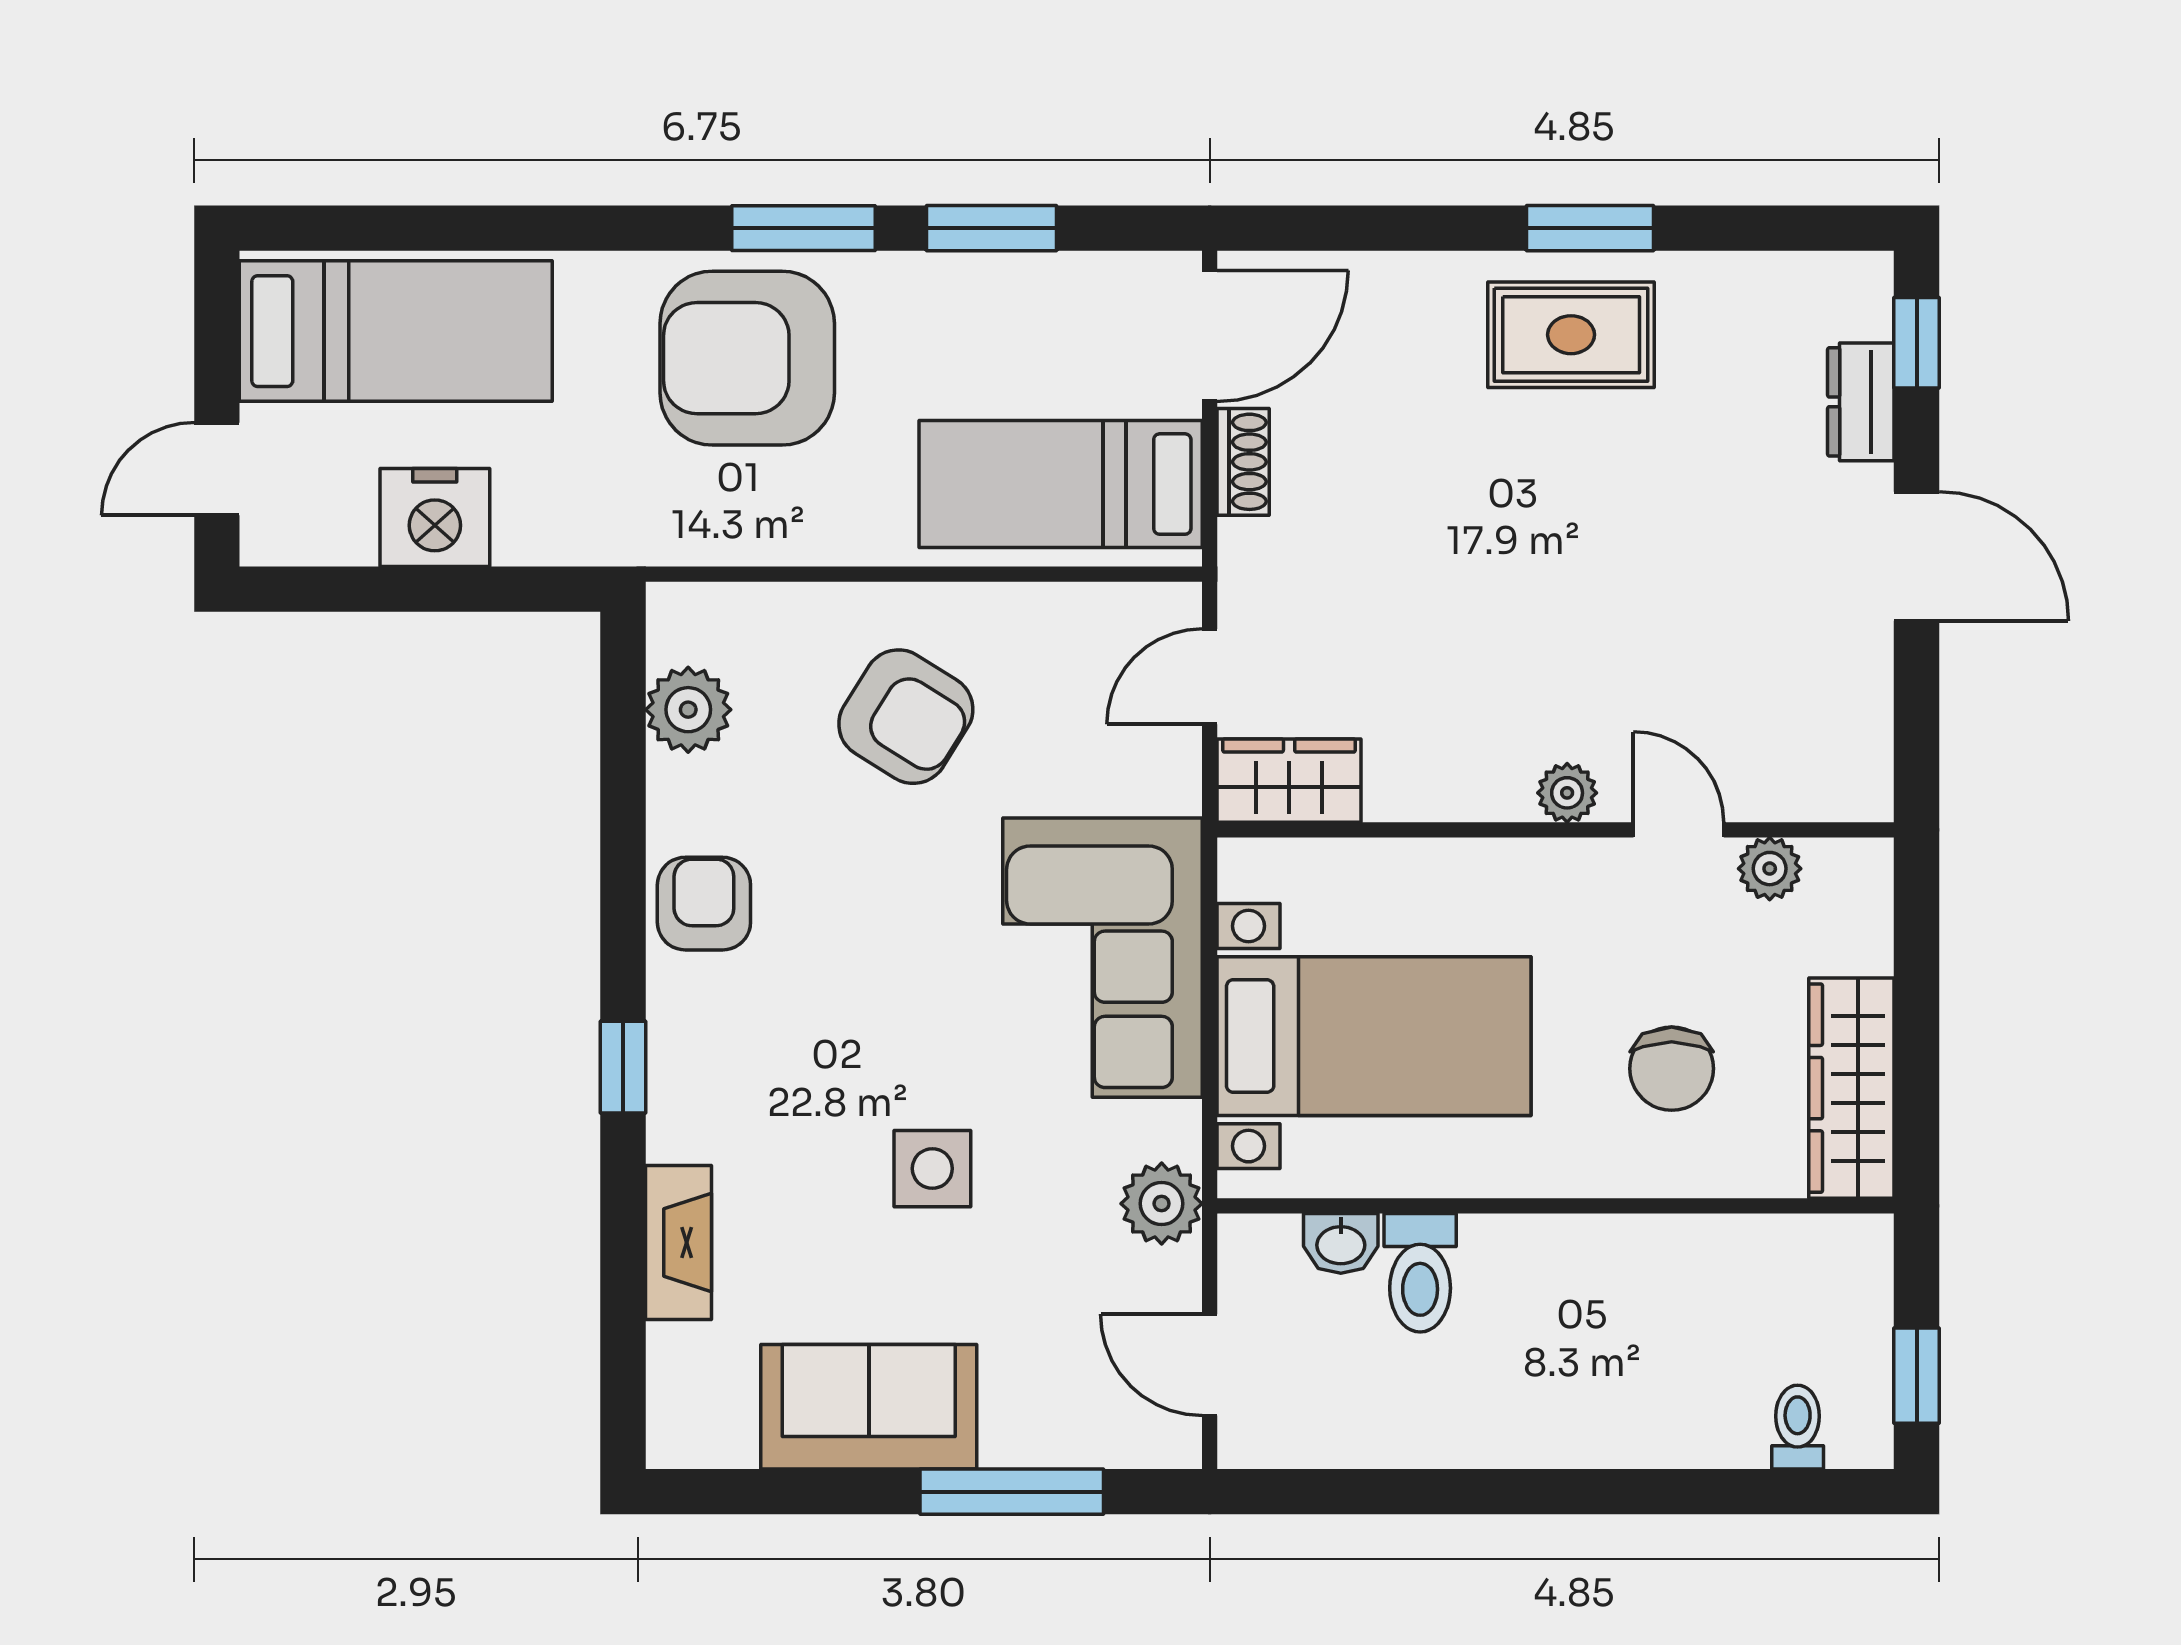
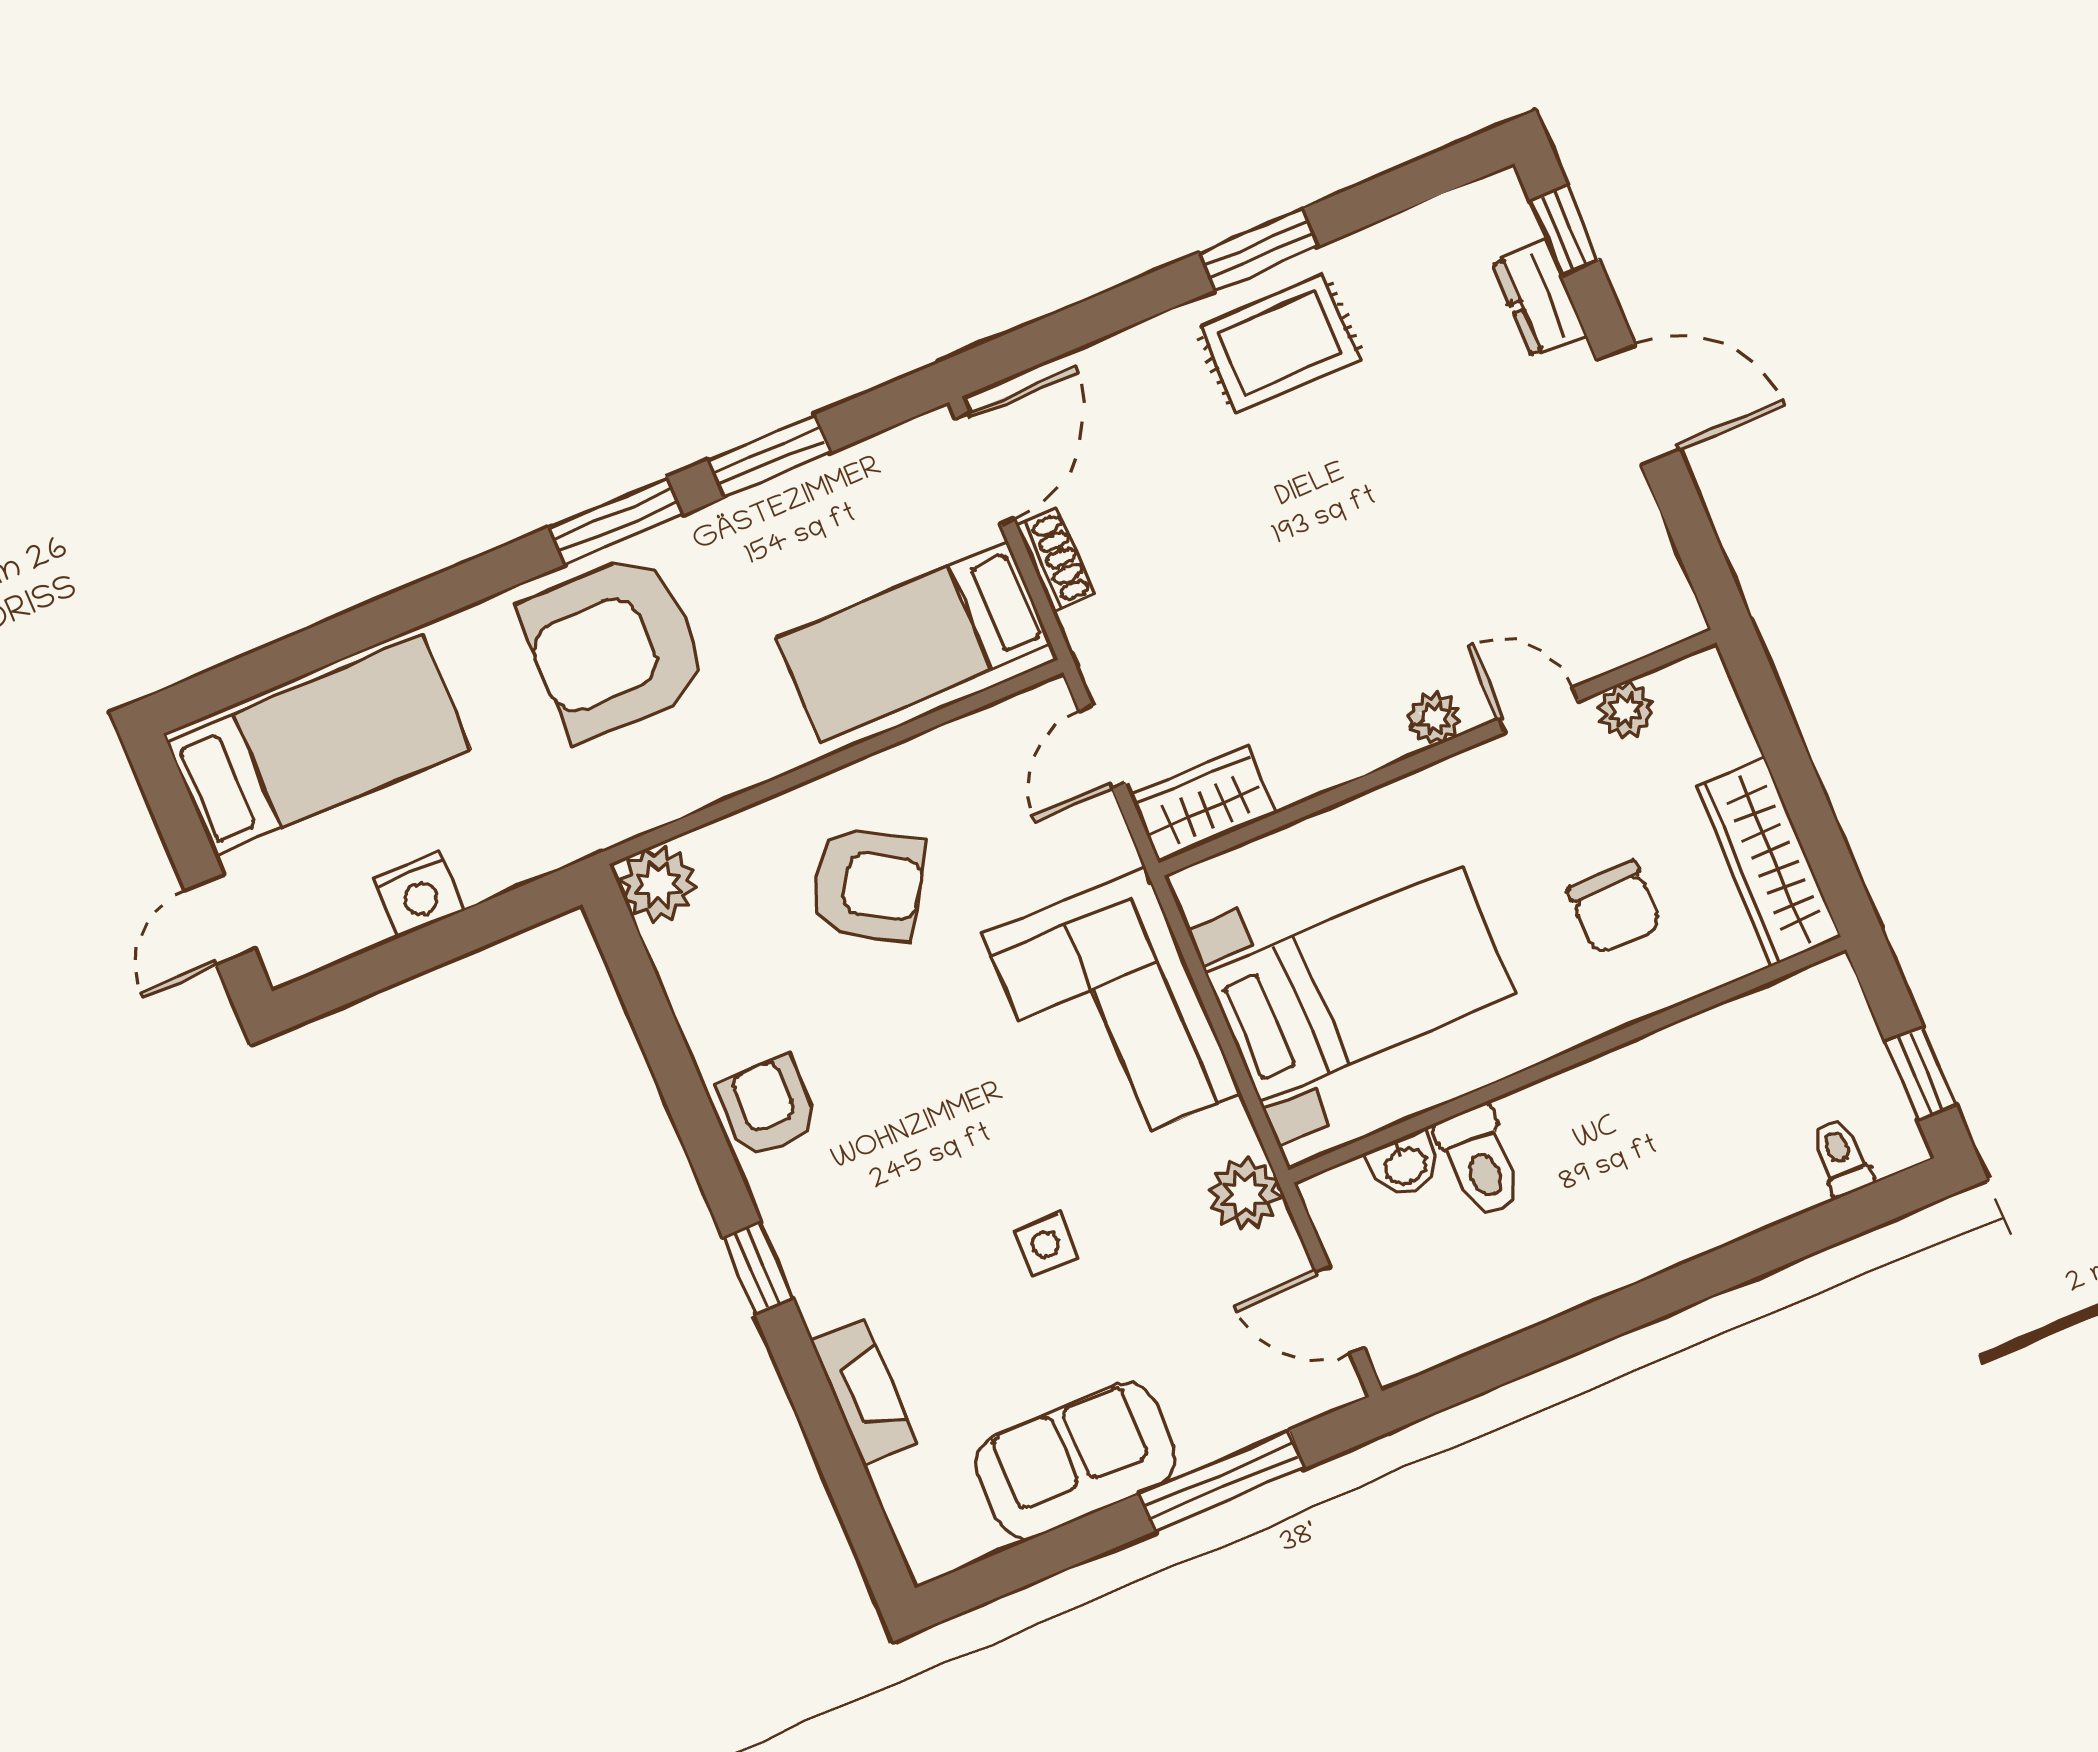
nightstand: (435, 517) -> (419, 894), width x0.74, depth x0.75
plant: (688, 710) -> (658, 884), moved
side table: (932, 1169) -> (1046, 1244), width x0.73, depth x0.73

